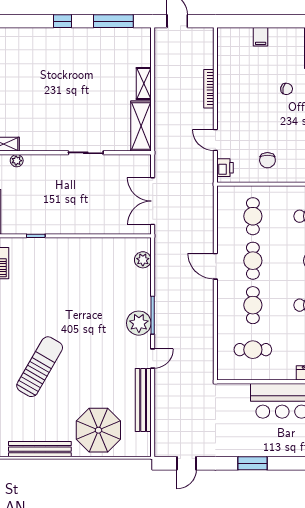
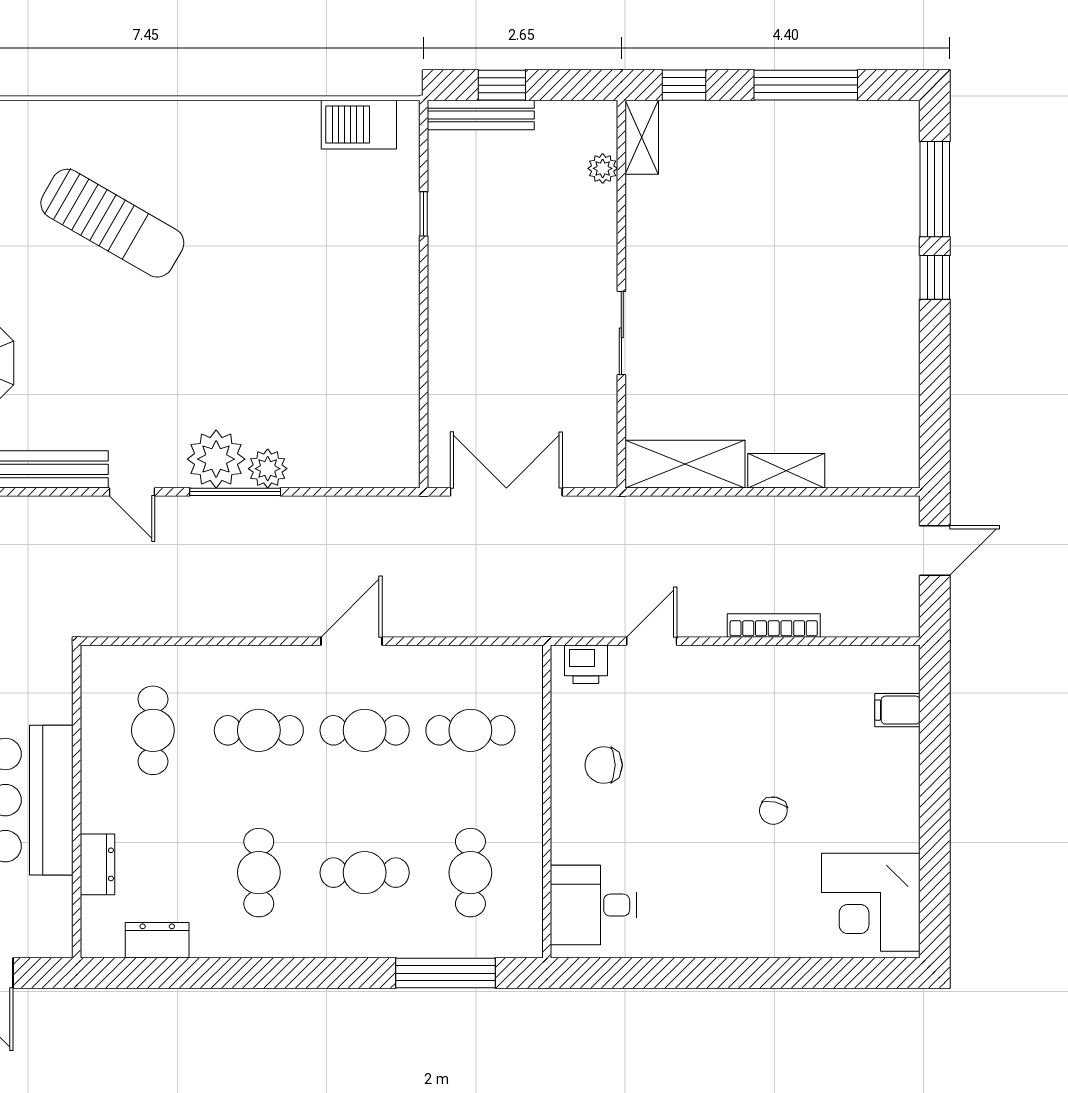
window: (113, 21) -> (935, 189), moved
filing cabinet: (261, 37) -> (897, 710), moved
plant: (143, 260) -> (268, 469), moved

